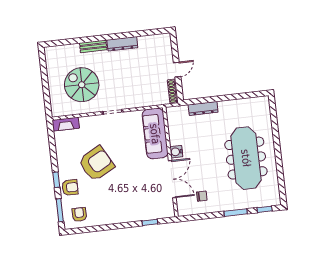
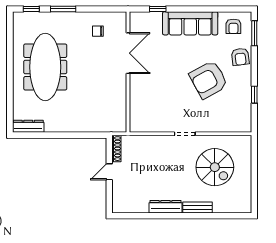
dresser: (203, 108) -> (28, 126), moved
fireplace: (66, 124) -> (237, 126), removed
sofa: (155, 134) -> (190, 23), moved, turned 90
water cooler: (176, 152) -> (120, 83), removed
double door: (172, 179) -> (128, 53), swing flipped
window: (56, 180) -> (254, 95), moved
armchair: (70, 187) -> (240, 57), turned -97

